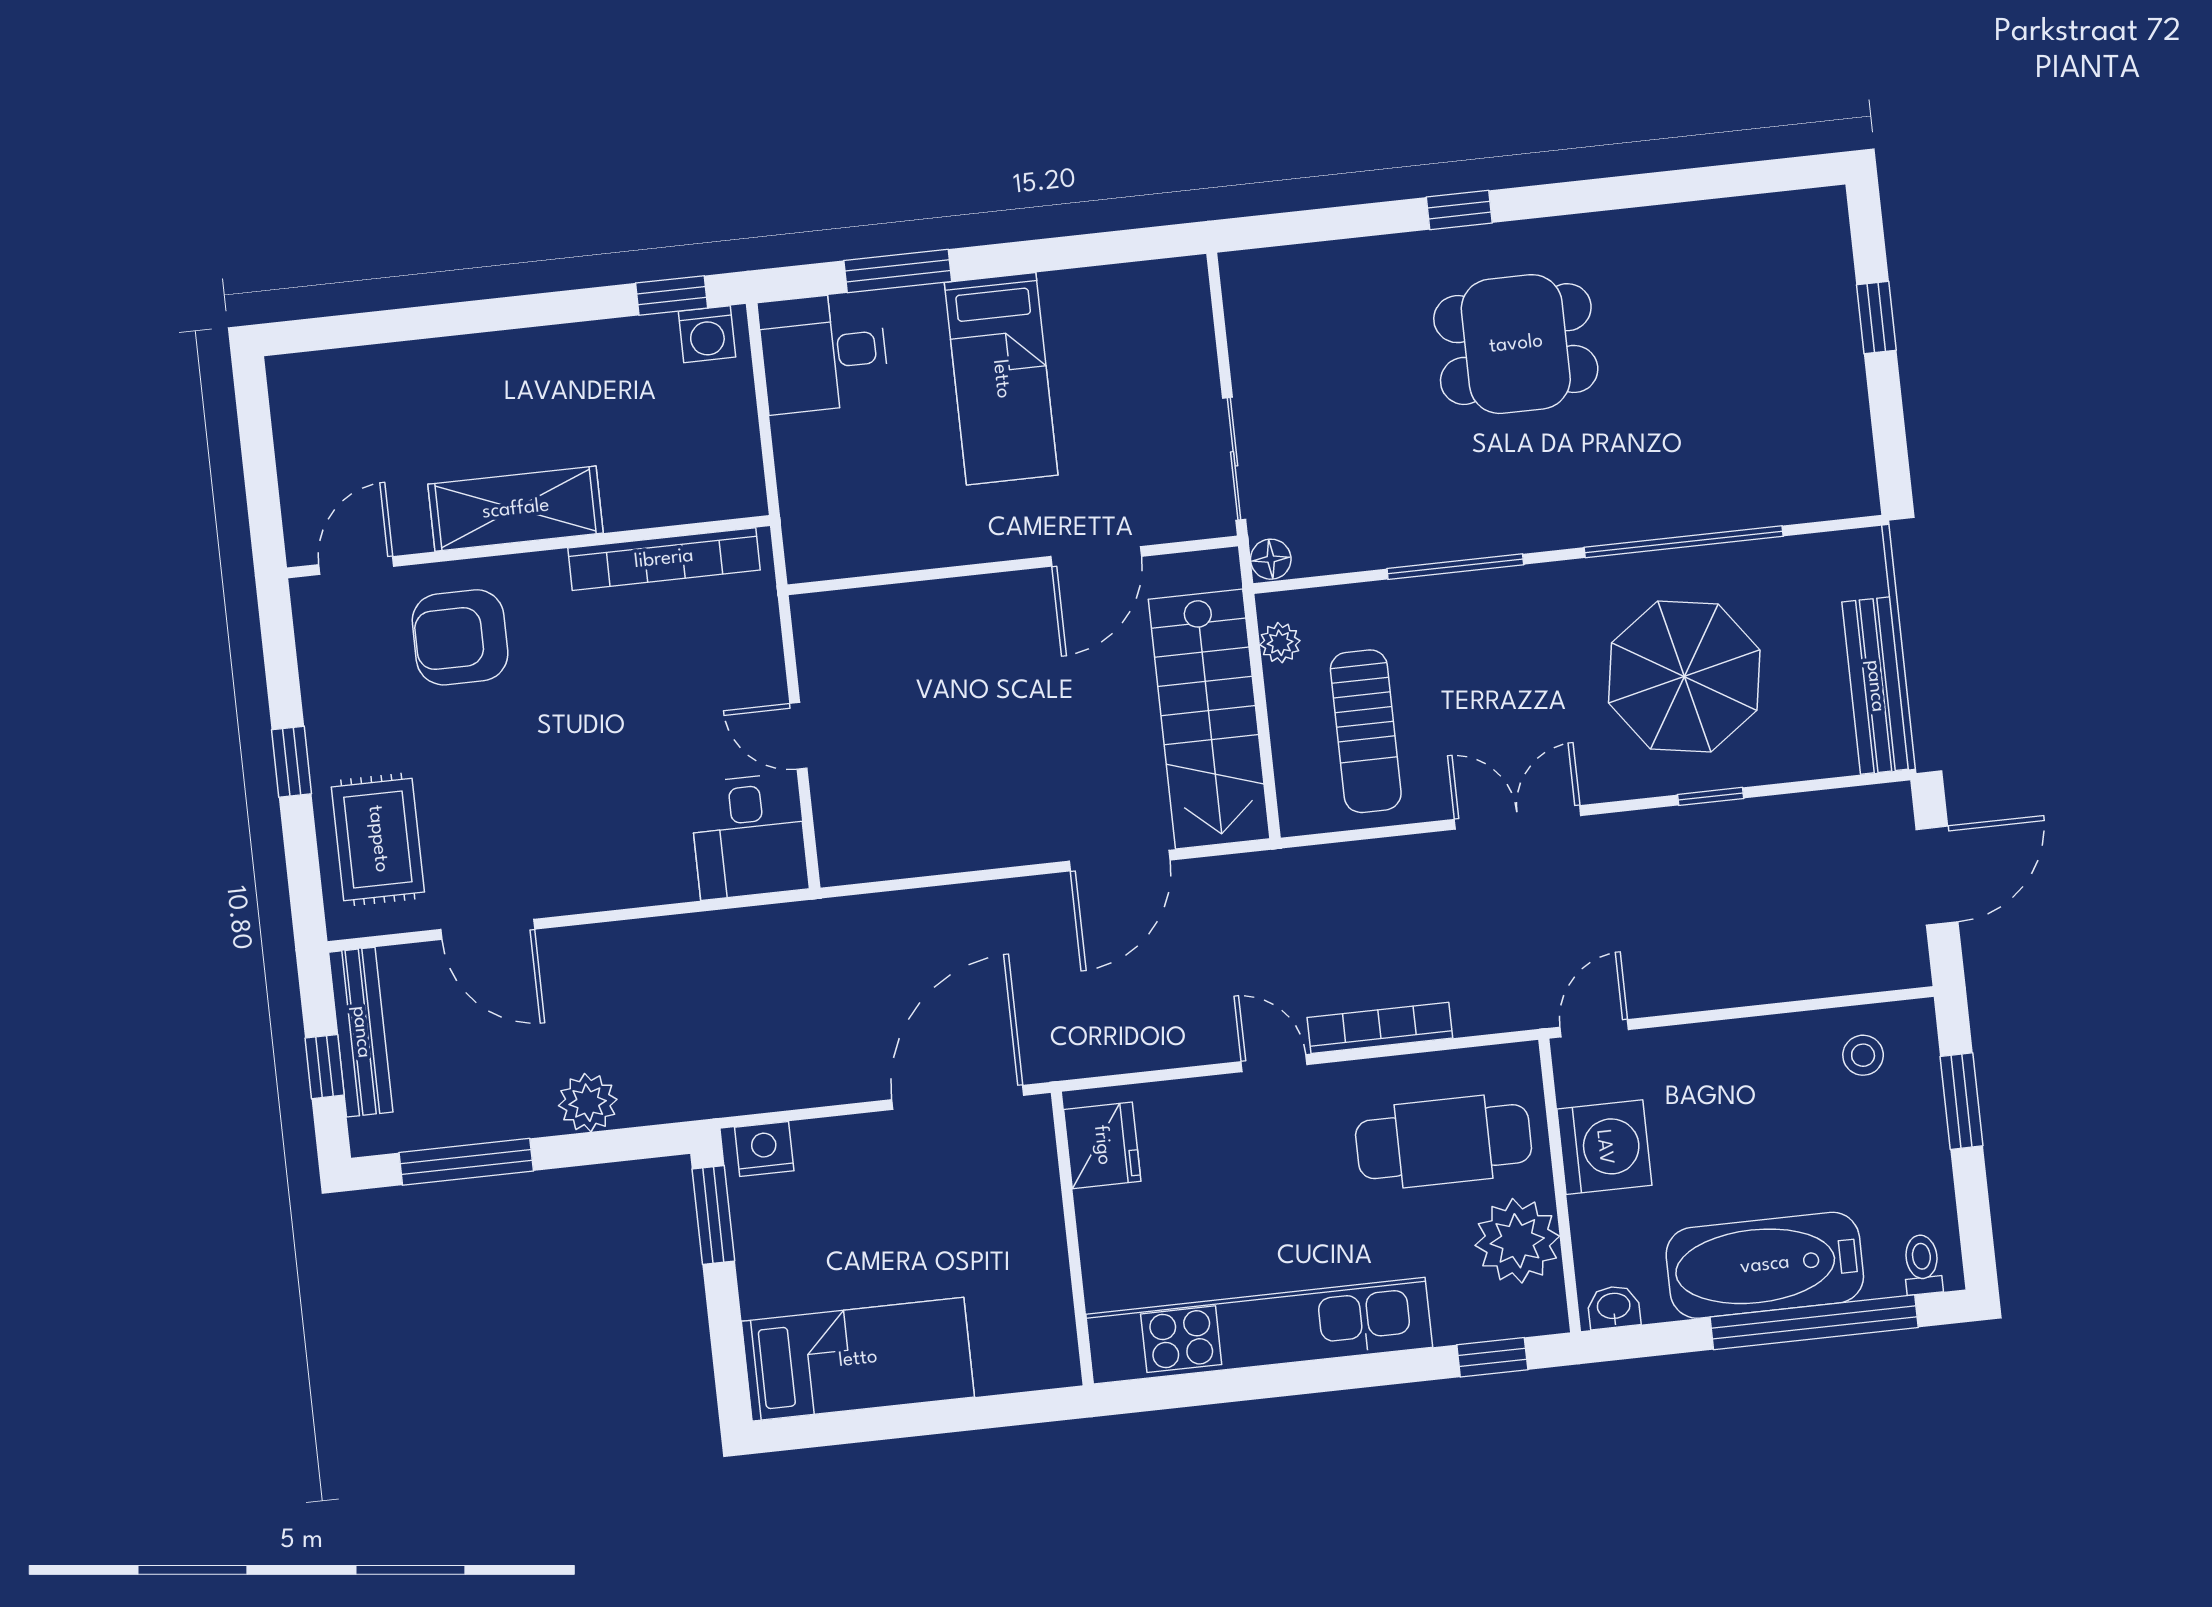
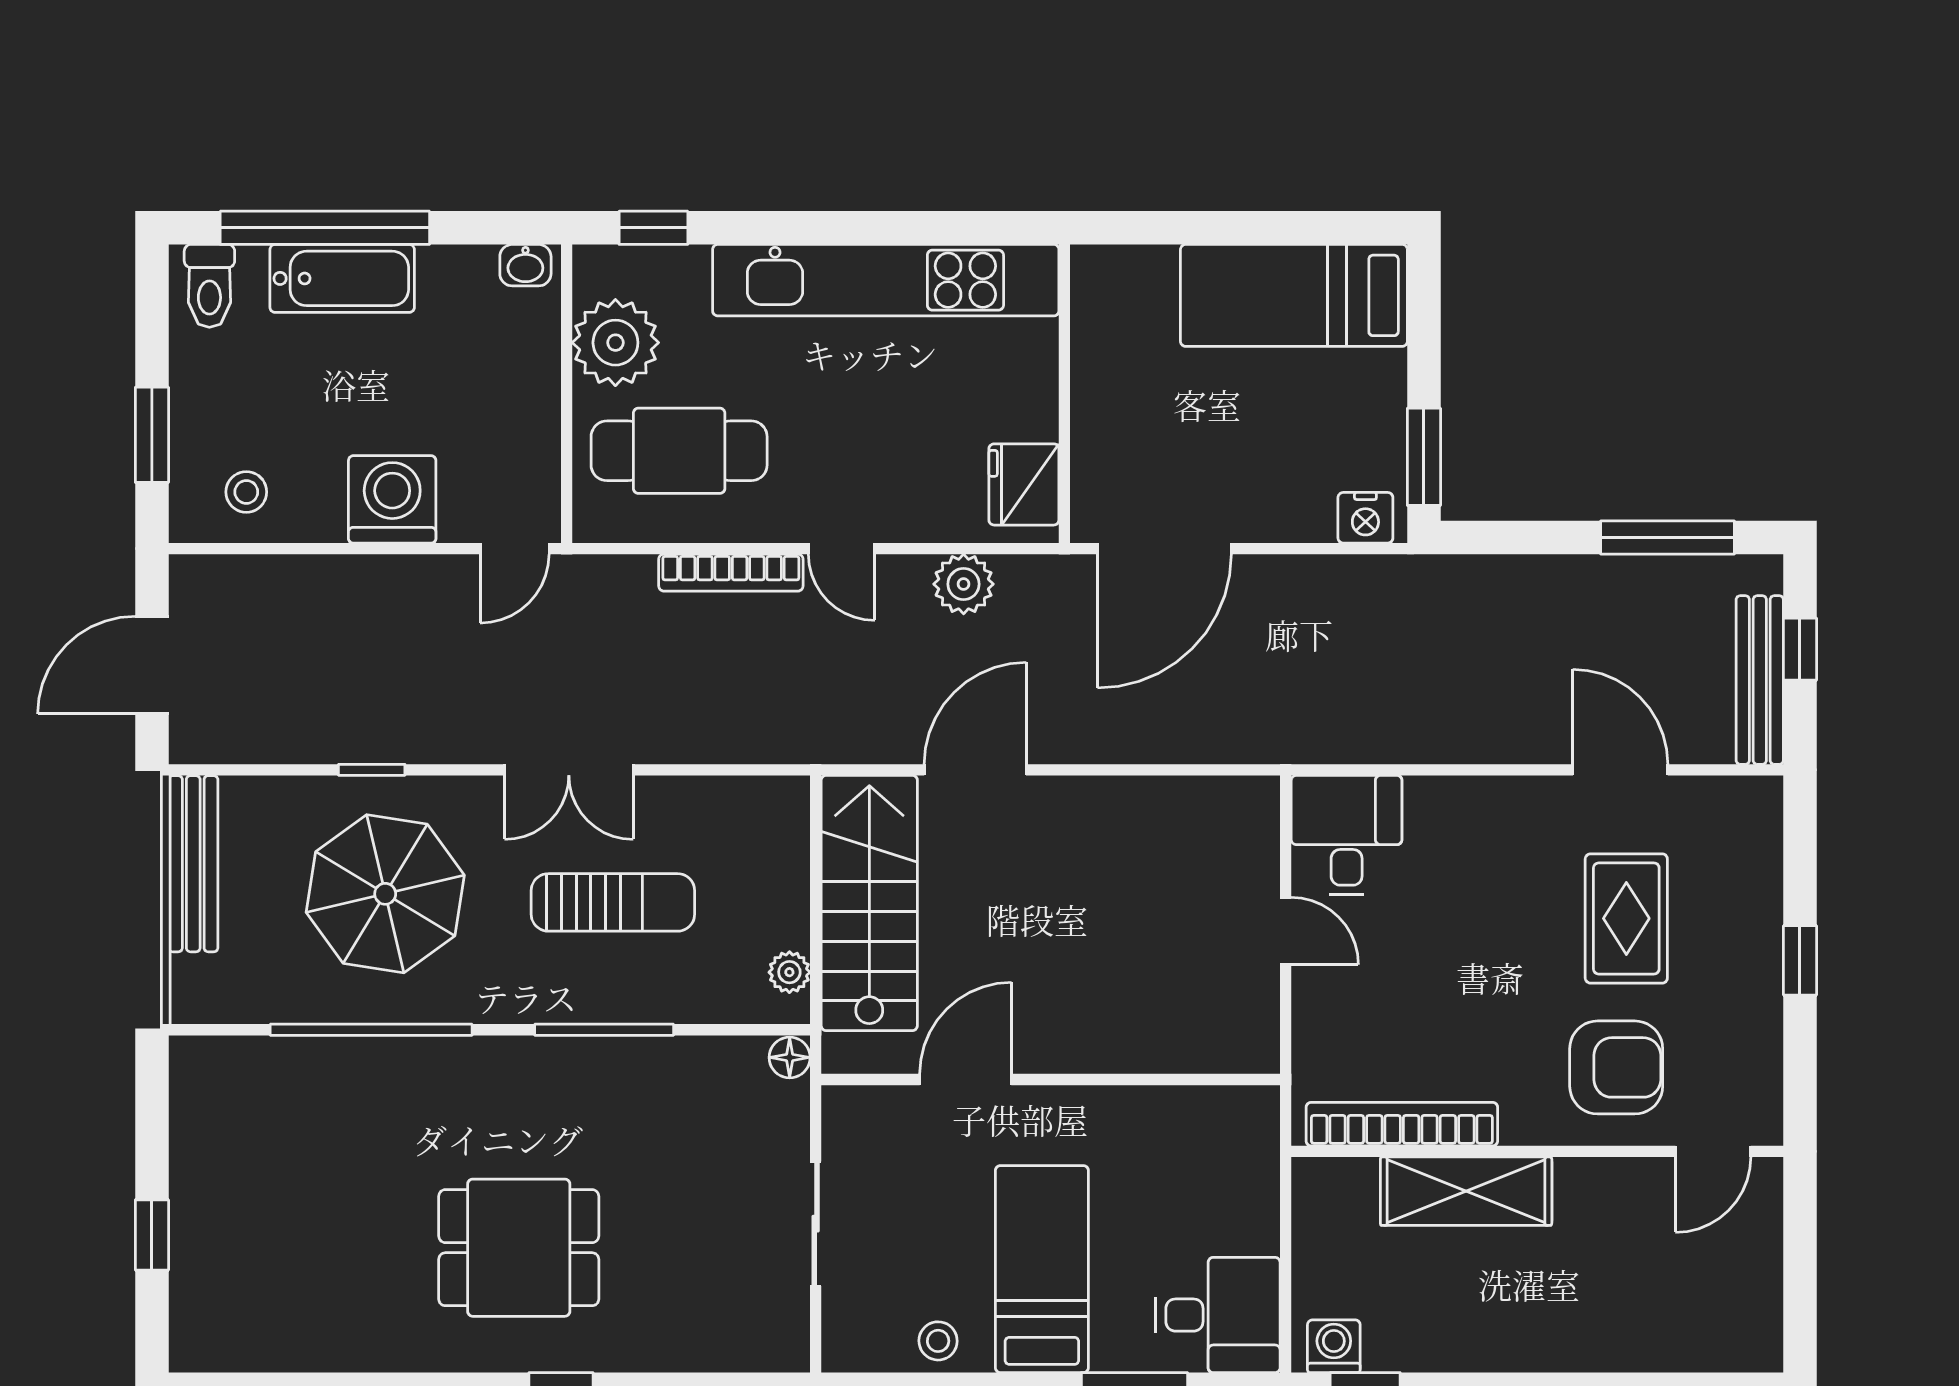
stool: (1095, 297) -> (938, 1341), added
sliding door: (1234, 459) -> (816, 1224), moved
shelving: (516, 509) -> (1466, 1191), moved
sun lounger: (1366, 731) -> (613, 902), moved, turned 90
rug: (378, 839) -> (1626, 918), moved
plant: (588, 1103) -> (964, 584), moved
washing machine: (1604, 1147) -> (392, 499), moved, turned 90
toilet: (1922, 1264) -> (209, 286), width x1.37, depth x1.39
bathtub: (1765, 1265) -> (342, 278), width x0.73, depth x0.73

